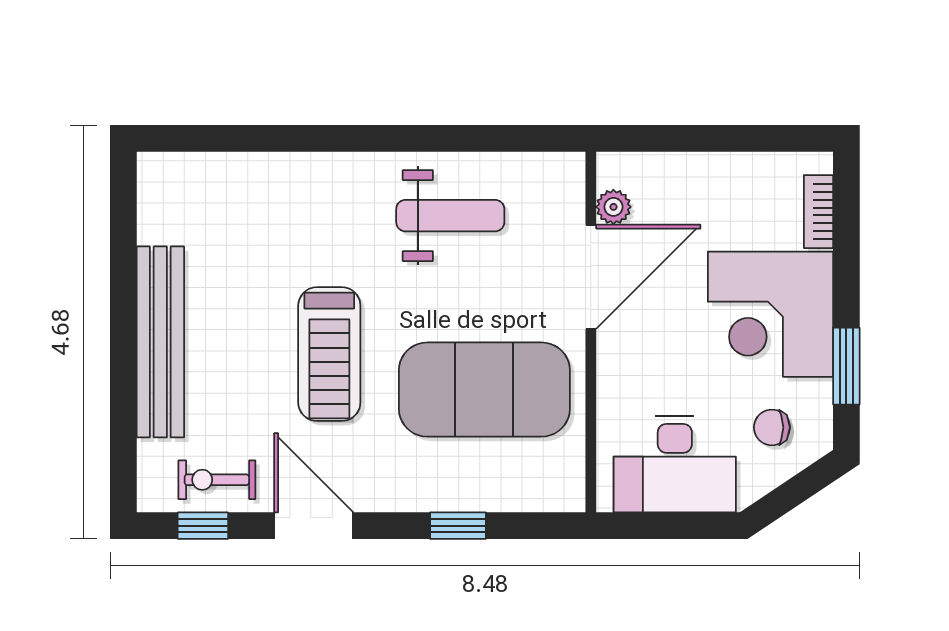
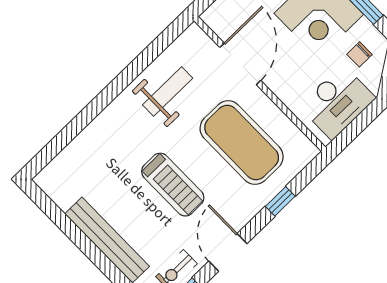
plant: (613, 207) -> (224, 30), removed
exercise mat: (484, 390) -> (242, 143), turned 90
door: (314, 526) -> (228, 252), hinge flipped

